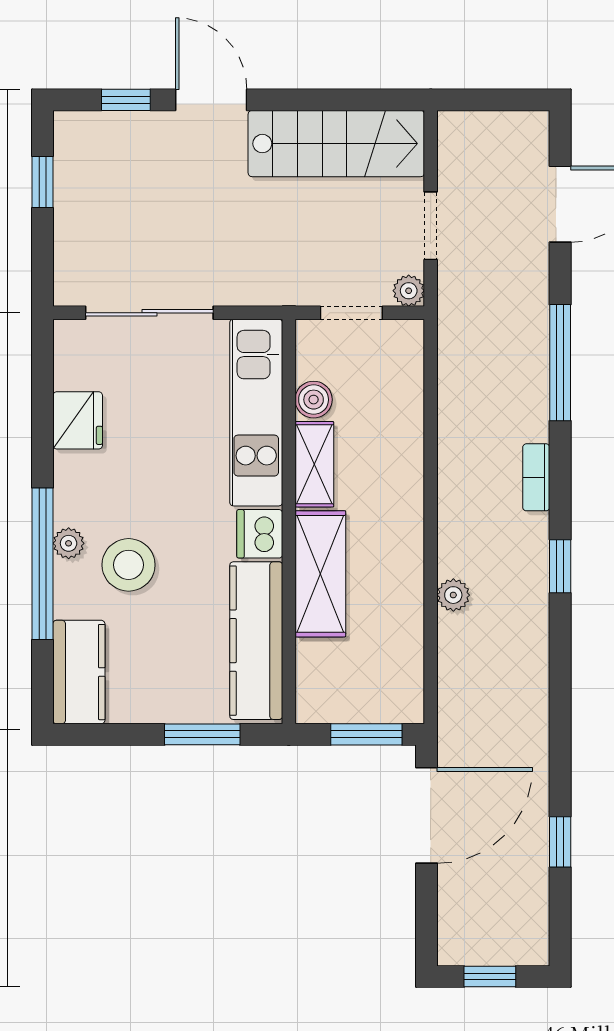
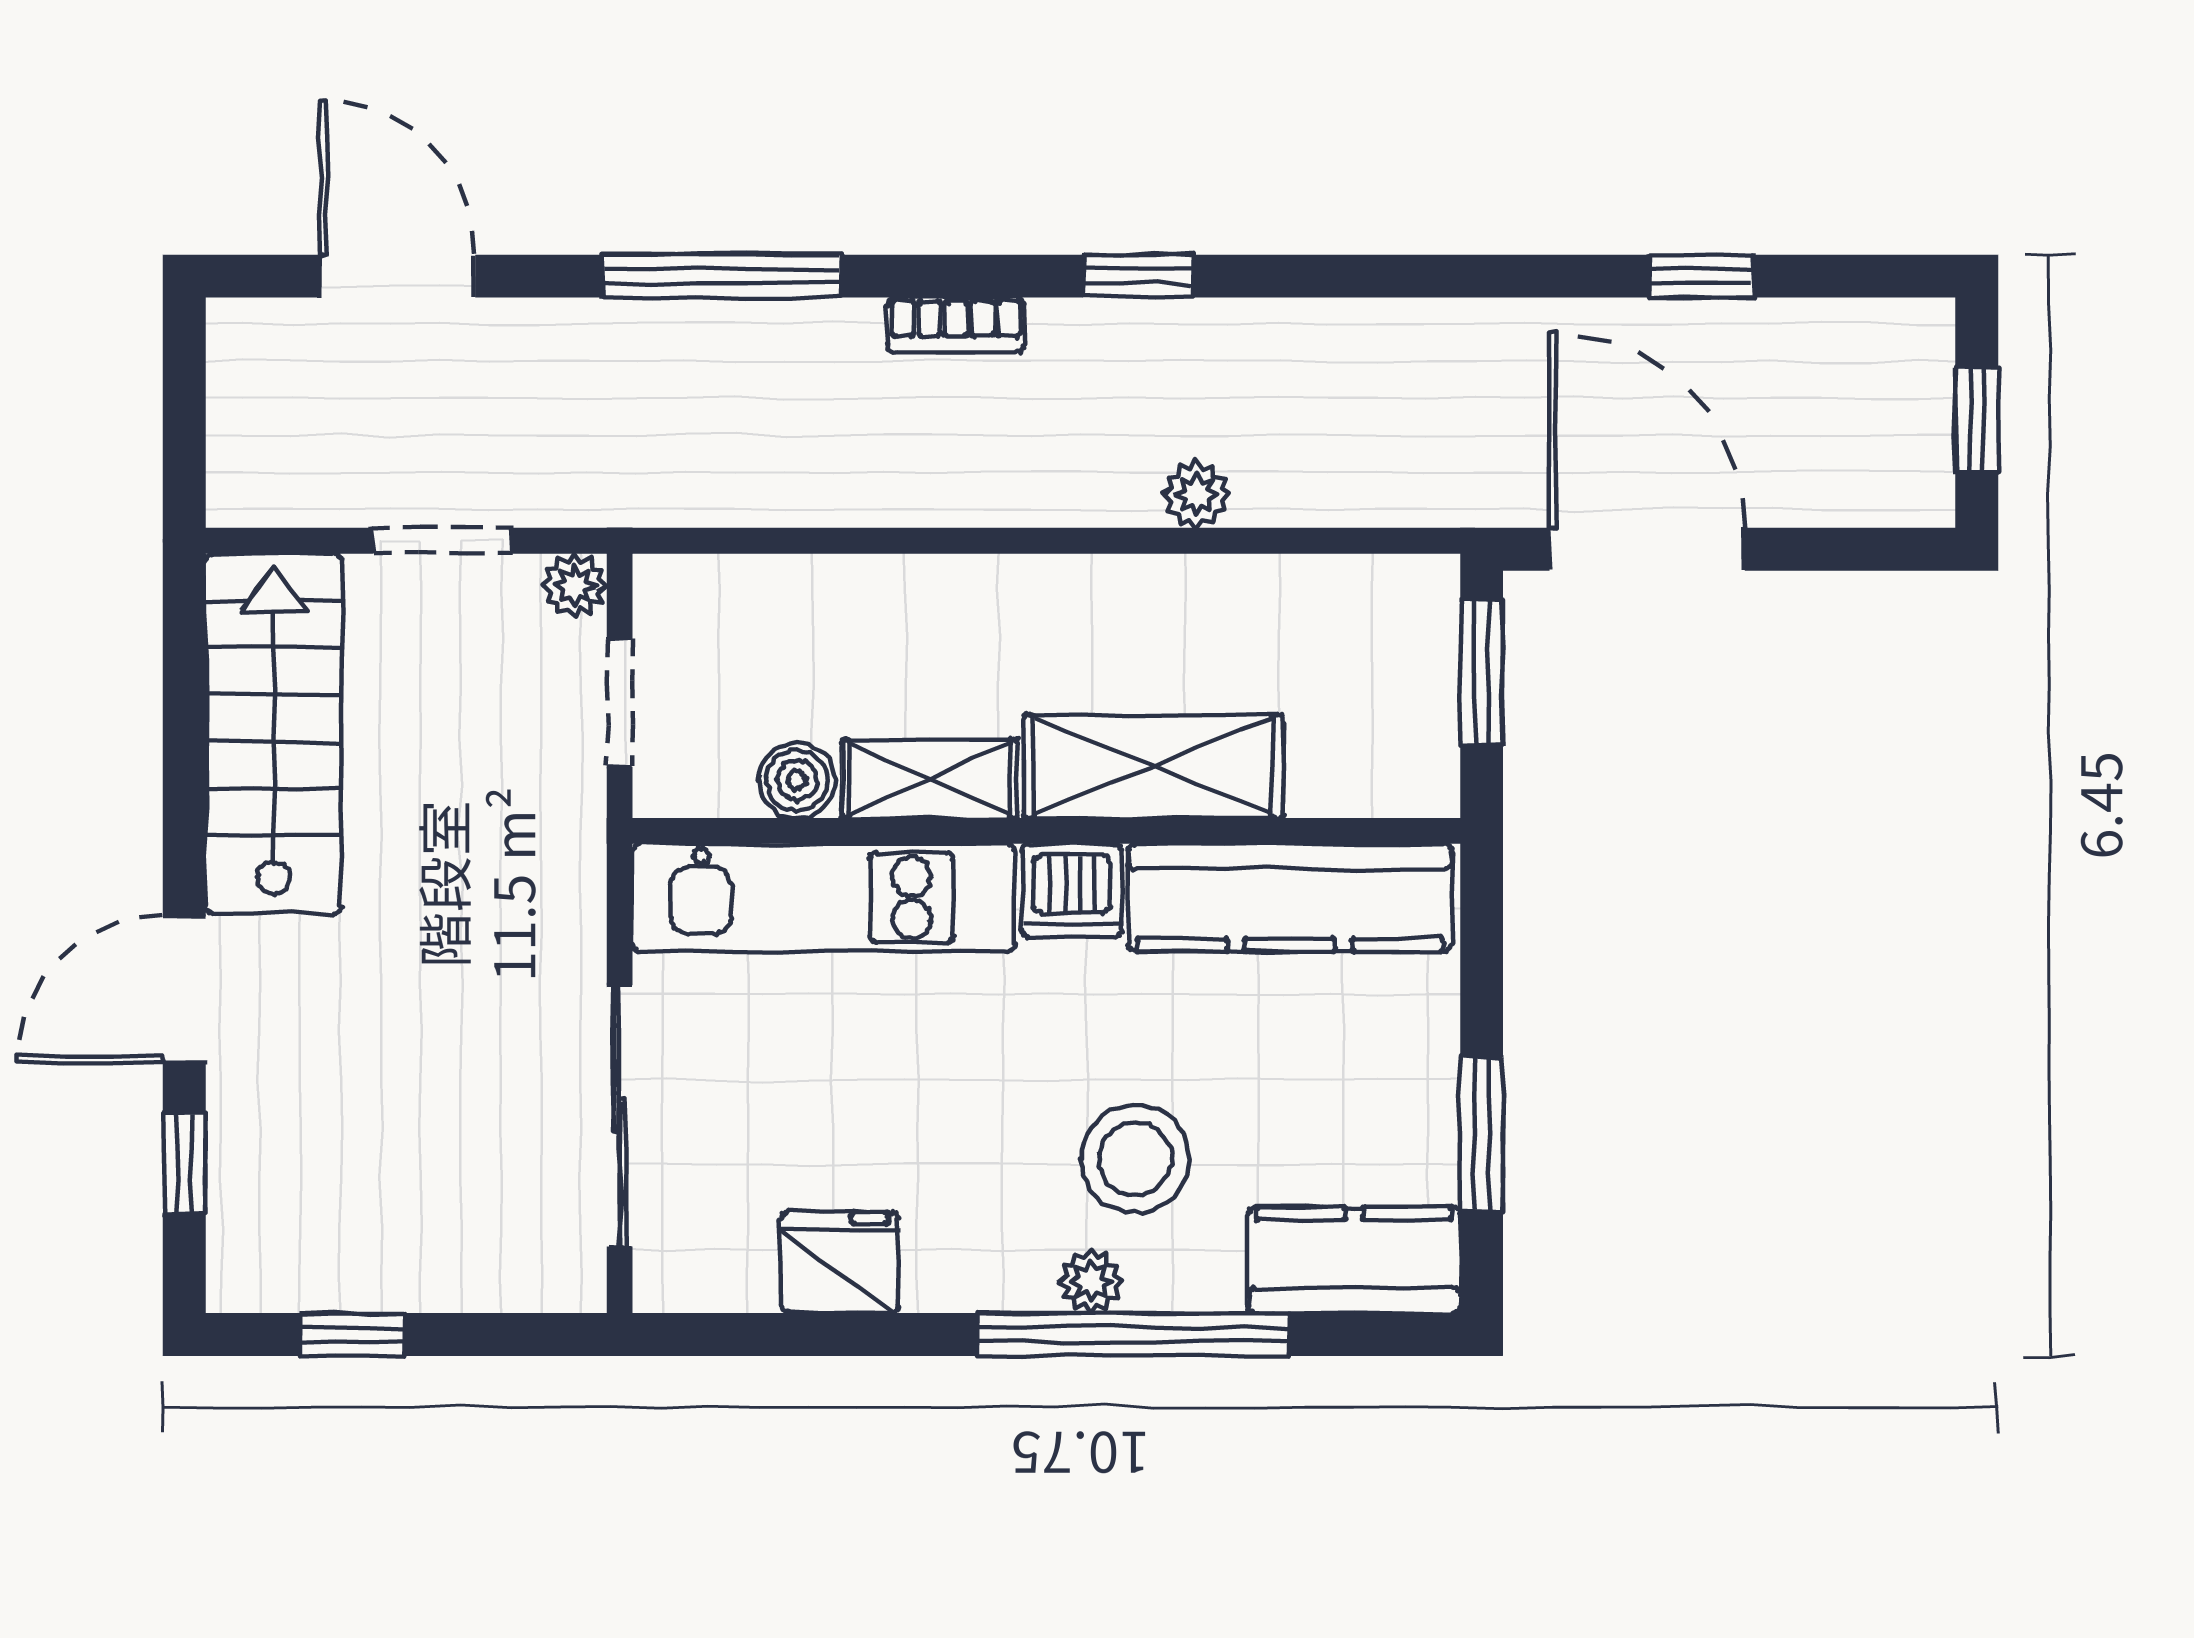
window: (202, 734) -> (1482, 1134), moved

